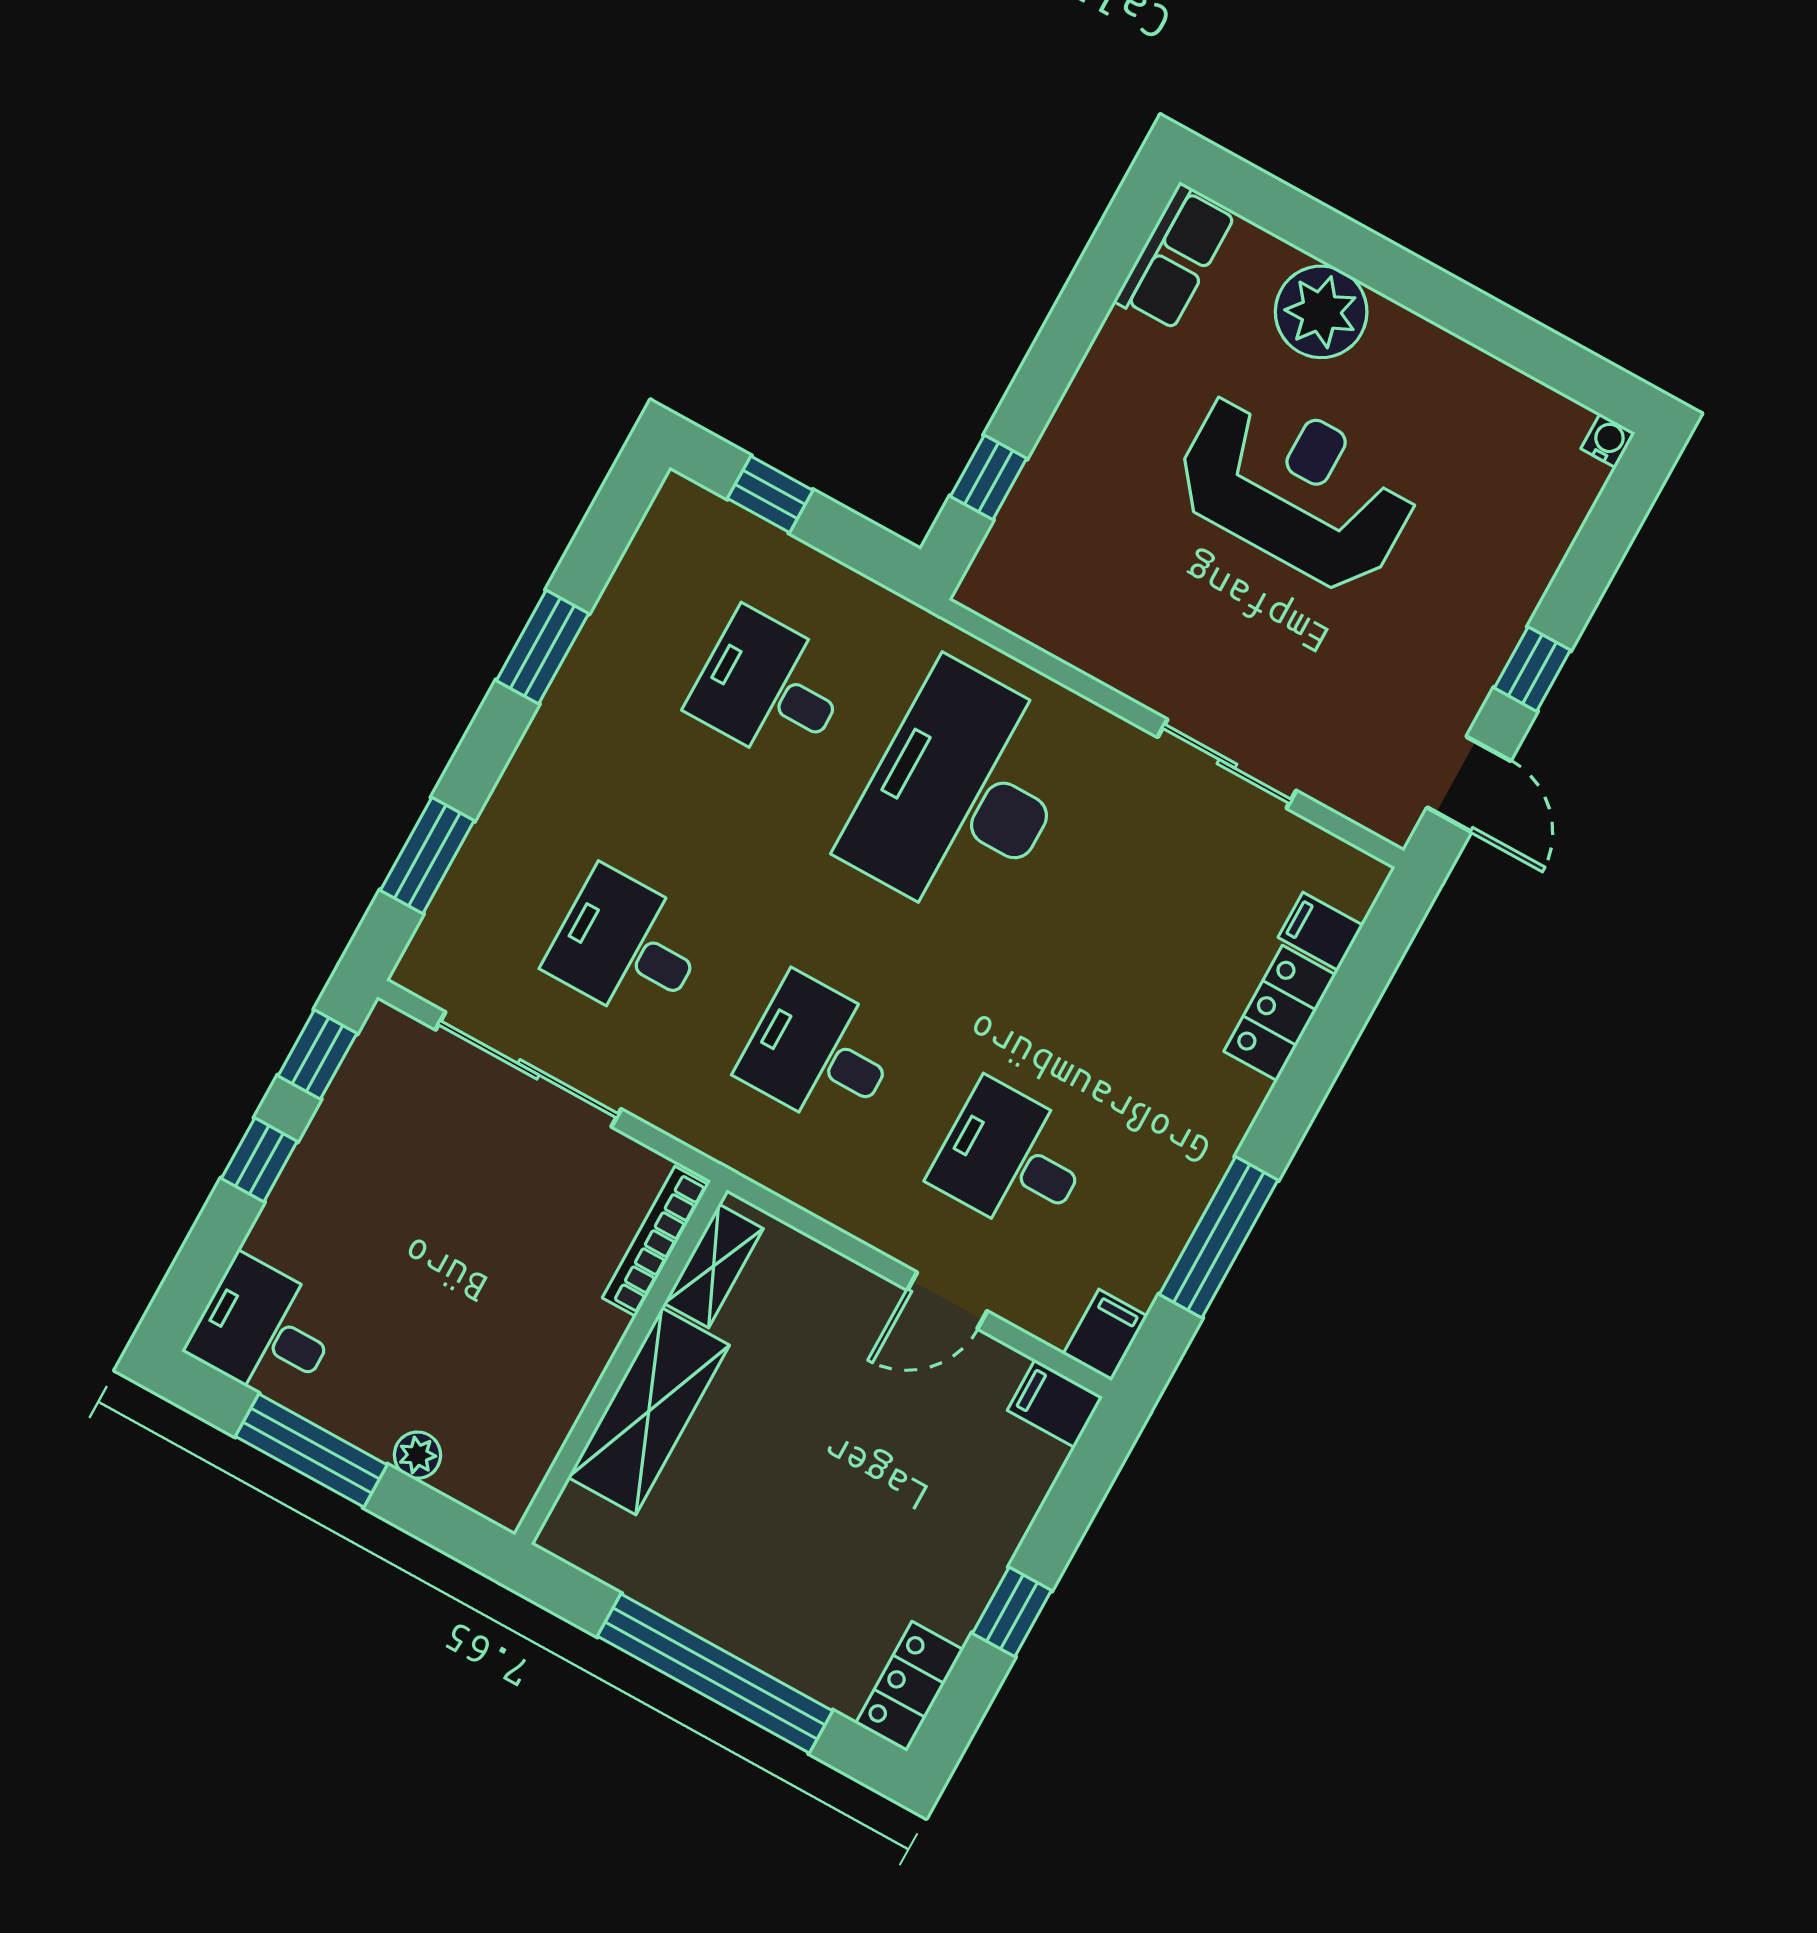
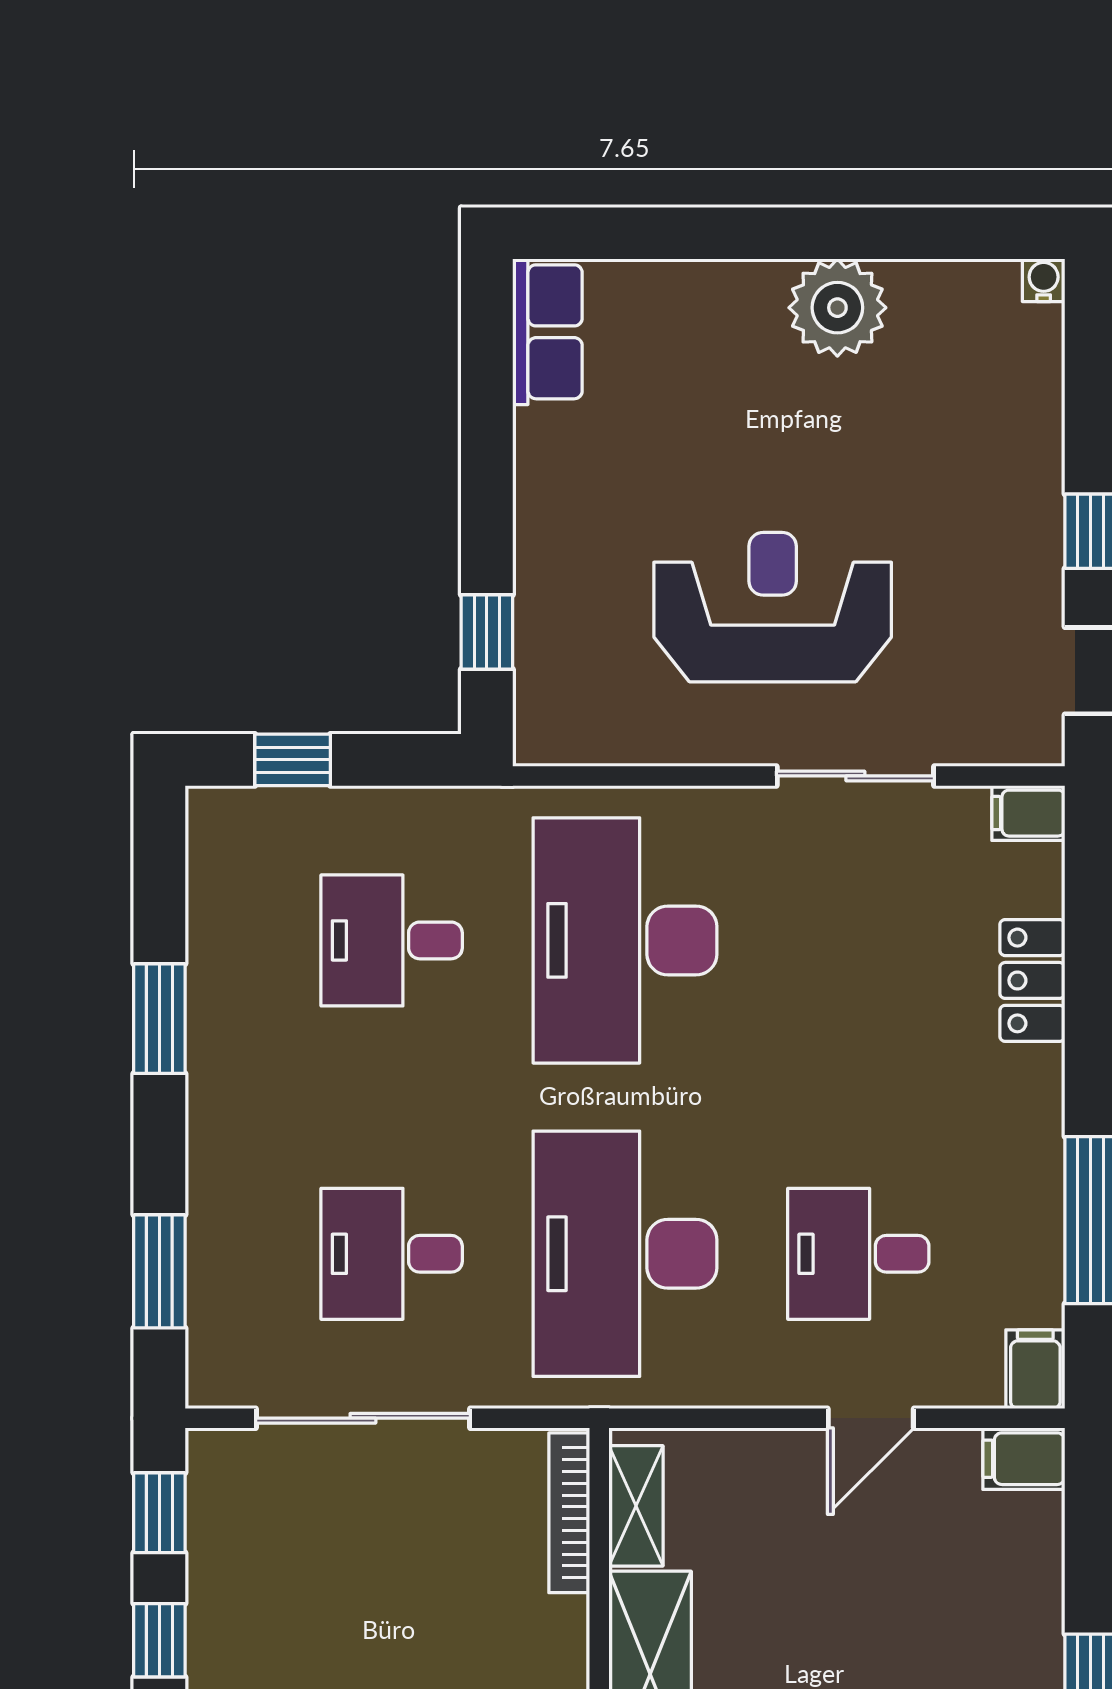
plant: (1321, 312) -> (837, 308), moved
reception desk: (1296, 488) -> (773, 607), moved
filing cabinet: (1321, 931) -> (1028, 813), moved
desk: (819, 1053) -> (625, 1254), width x1.87, depth x1.30

